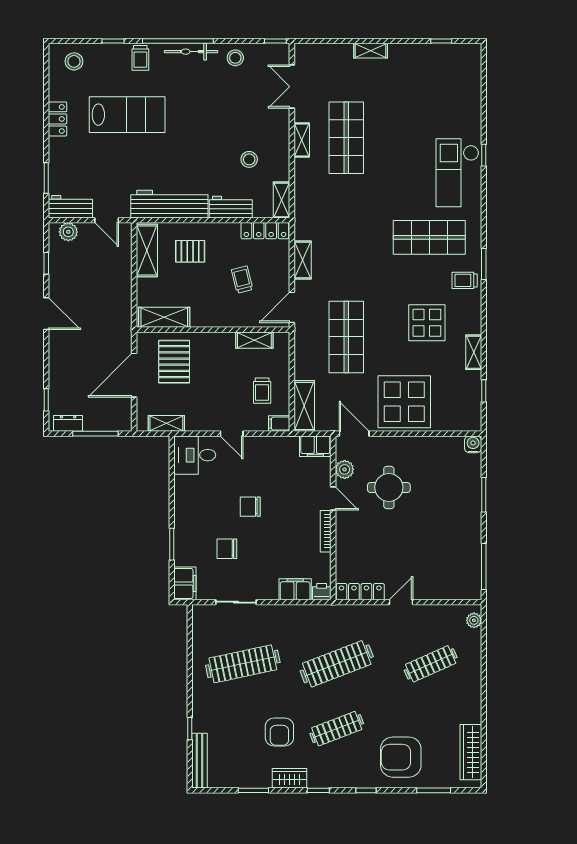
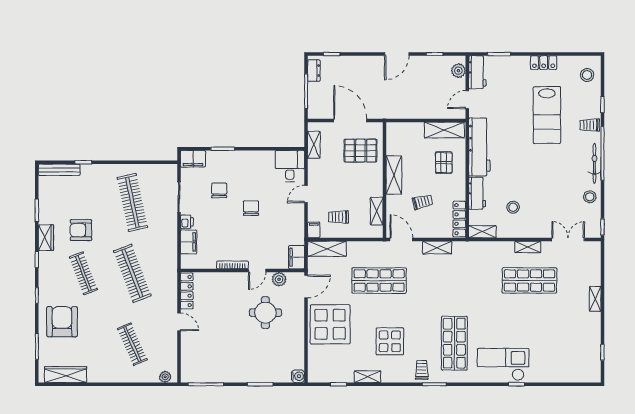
shelving: (164, 317) -> (394, 175), moved
printer: (322, 592) -> (187, 222), moved

